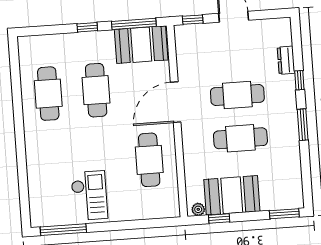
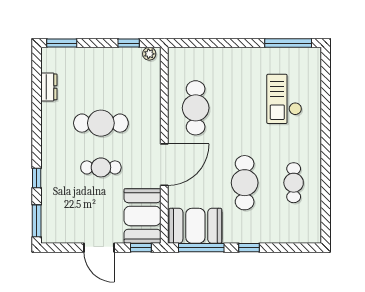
dresser: (286, 60) -> (49, 87), moved
cafe table: (48, 94) -> (294, 183), width x0.73, depth x0.74
cafe table: (237, 95) -> (101, 167), width x0.73, depth x0.74
window: (303, 125) -> (37, 221), moved
booth: (232, 195) -> (143, 216), moved, turned 90
checkout: (89, 196) -> (284, 99), moved

